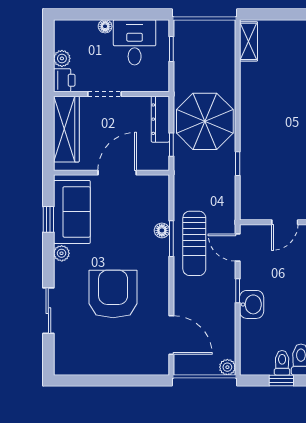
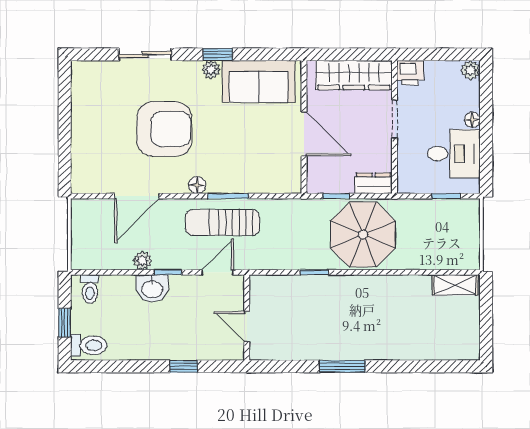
plant: (62, 58) -> (470, 70), moved
dresser: (160, 119) -> (374, 183), width x0.70
window: (48, 219) -> (218, 54), moved
floor lamp: (162, 230) -> (197, 185), moved
door: (171, 335) -> (137, 196), moved
toilet: (282, 363) -> (90, 289), moved, turned 90
plant: (227, 367) -> (142, 261), moved

